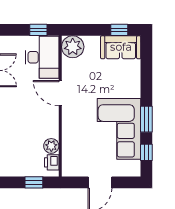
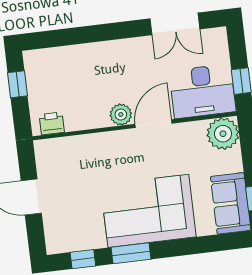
corner sofa: (119, 129) -> (148, 211), moved
plant: (51, 146) -> (121, 115), moved
window: (34, 182) -> (18, 84), moved

